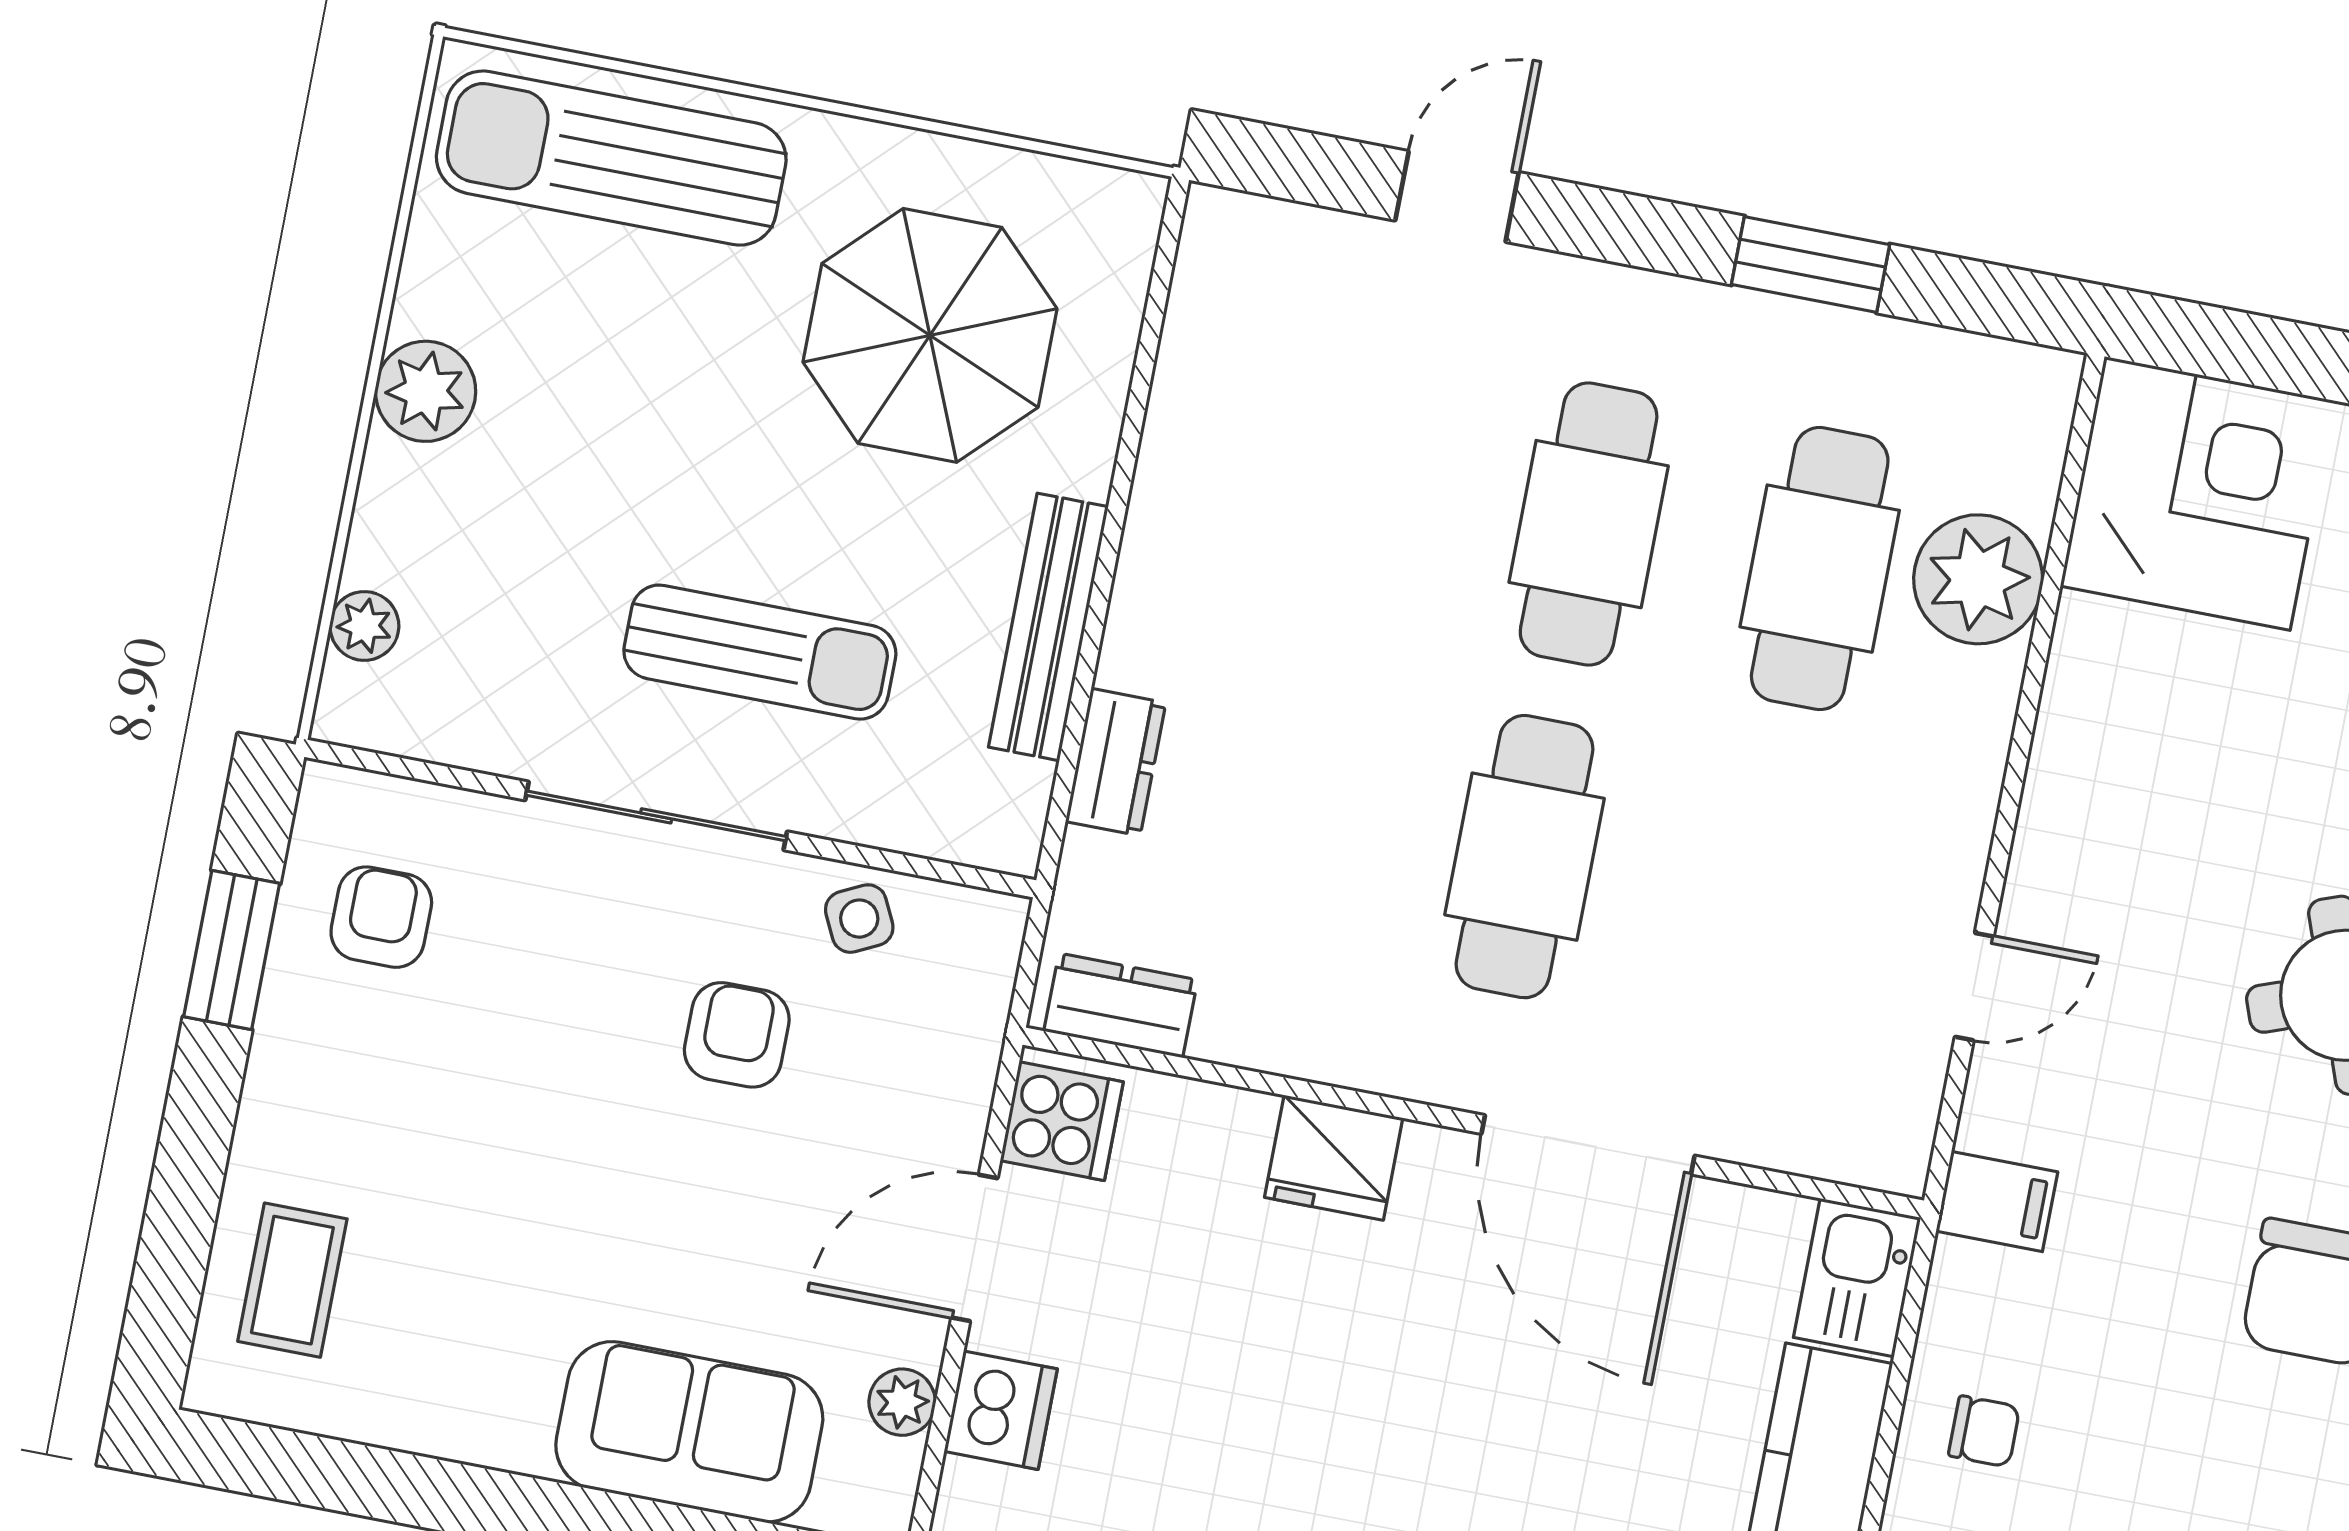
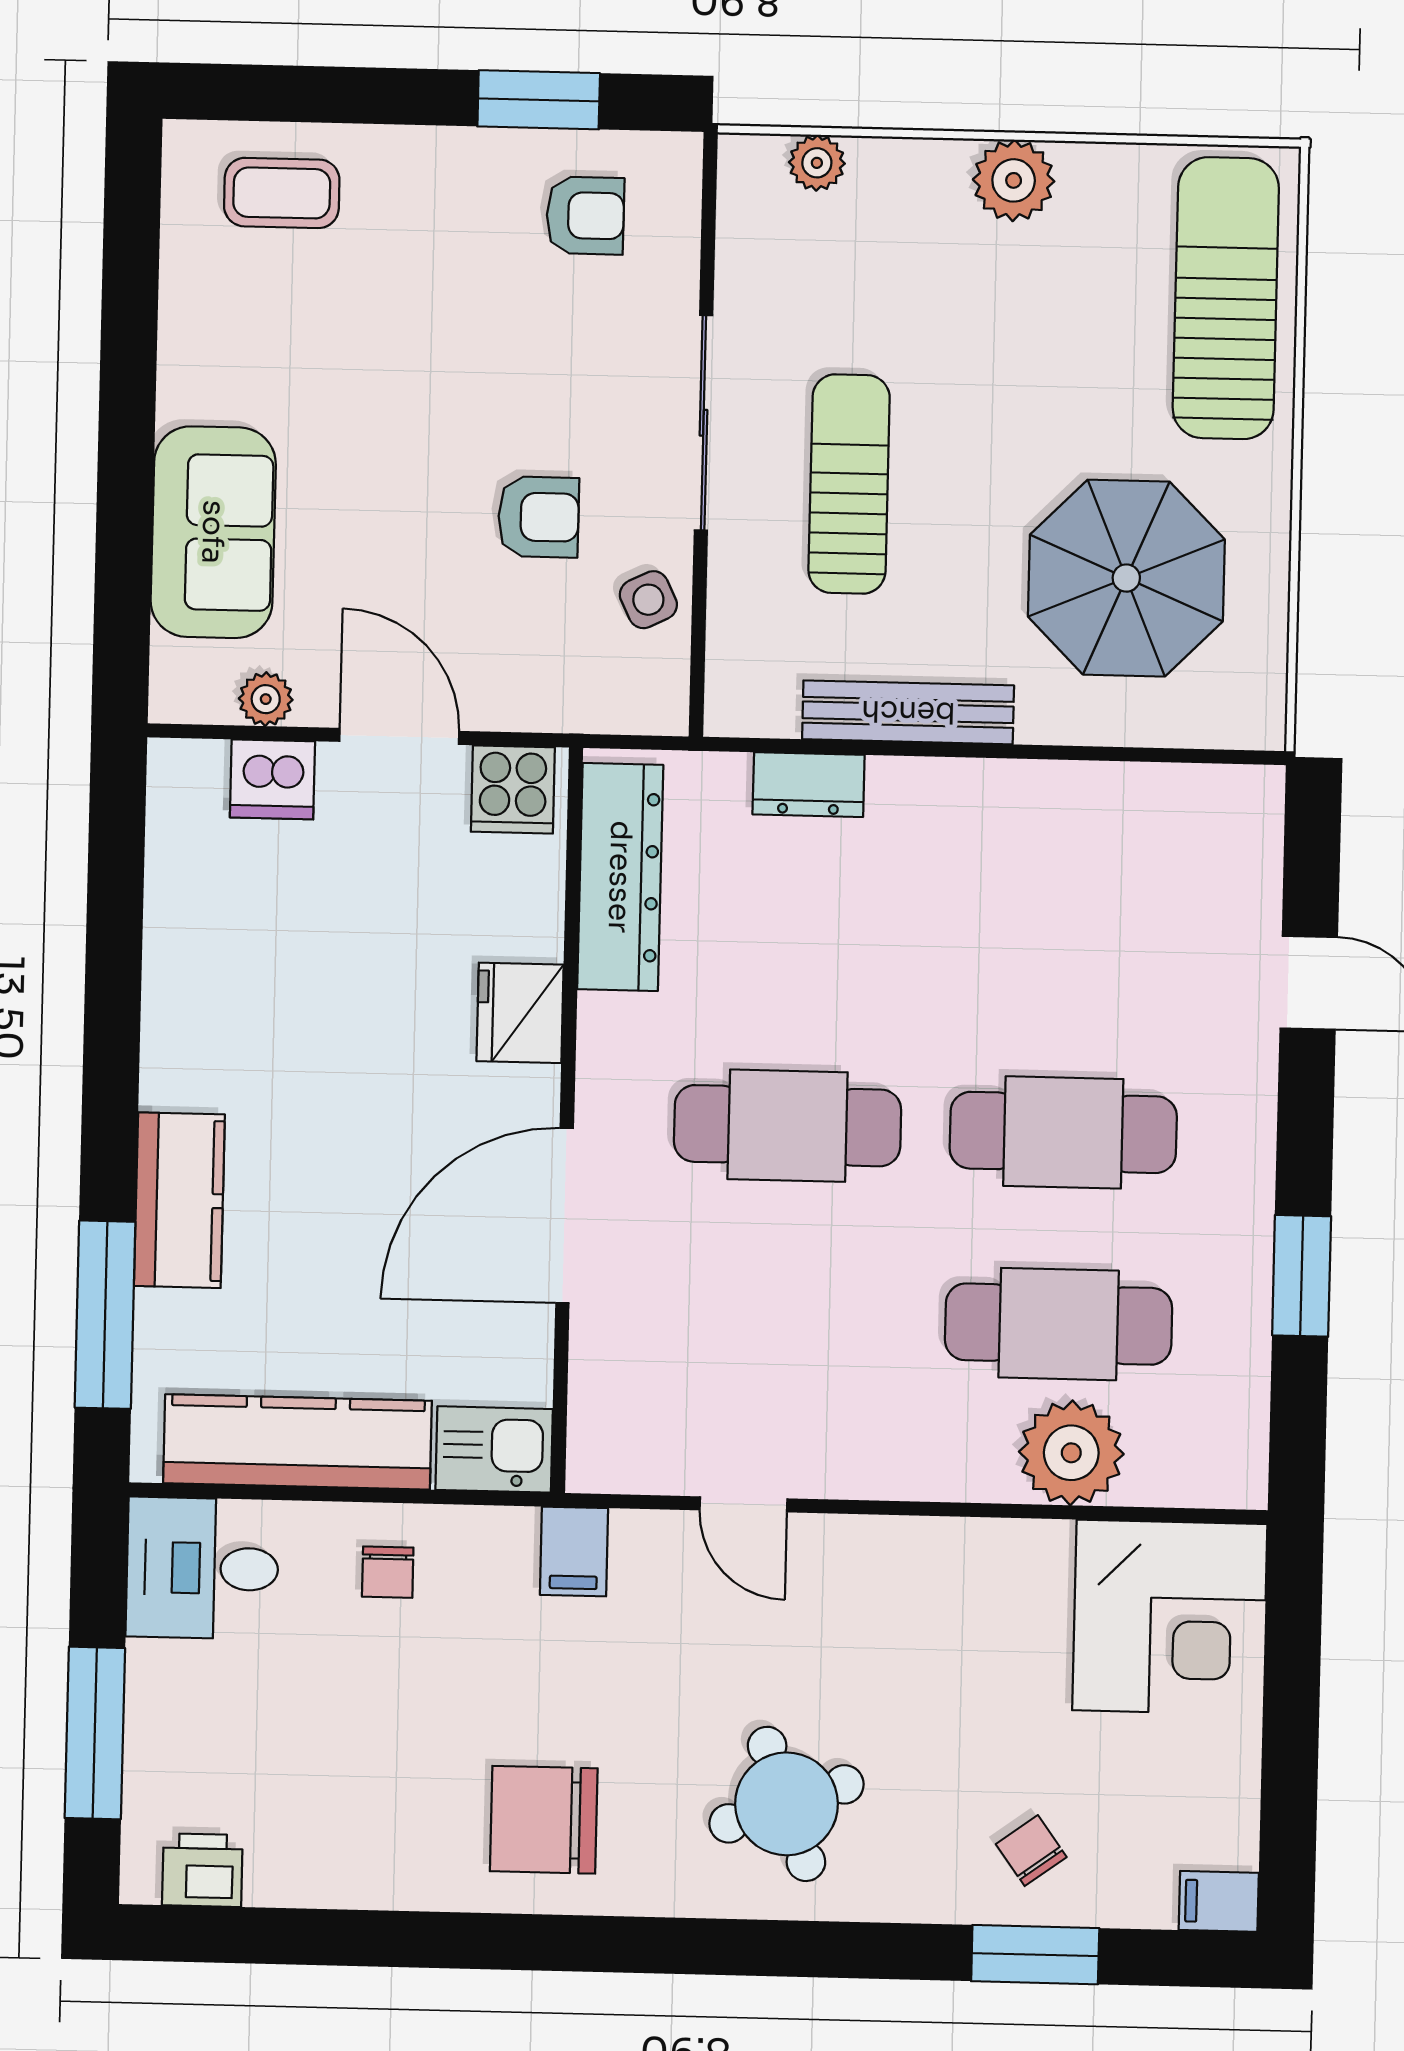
sun lounger: (760, 652) -> (849, 484), turned 180
dresser: (1121, 1005) -> (620, 877), width x1.96, depth x1.24

